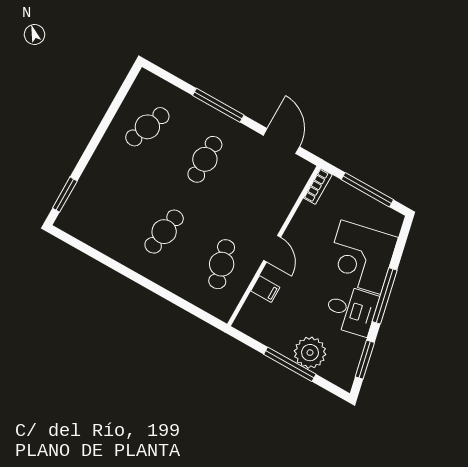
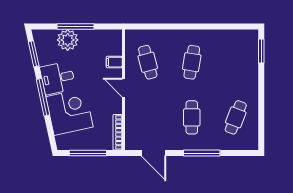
bookcase: (318, 186) -> (118, 132), width x1.56

